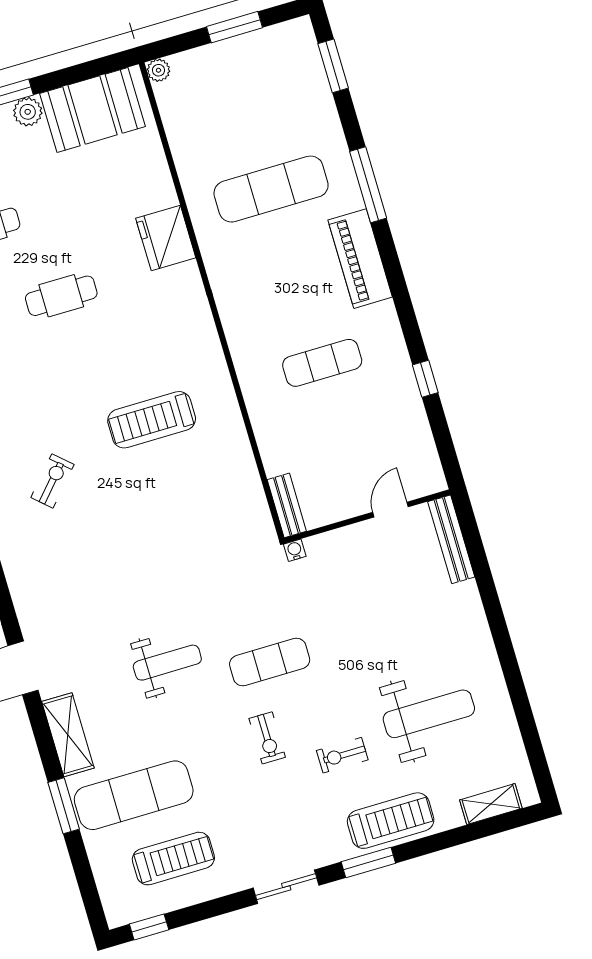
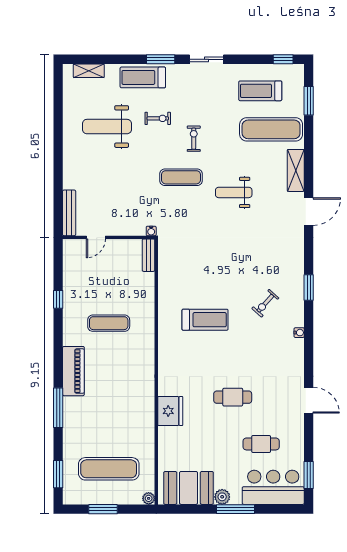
exercise mat: (271, 189) -> (109, 469), moved
window: (64, 806) -> (309, 101), moved

